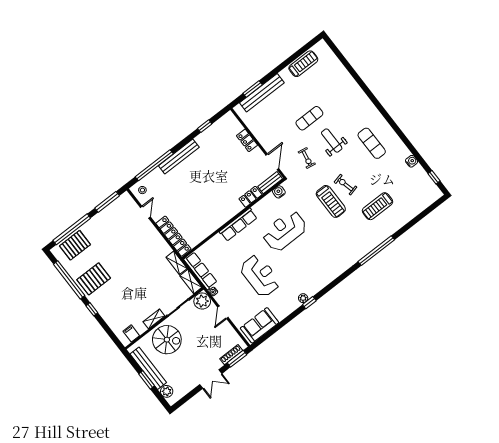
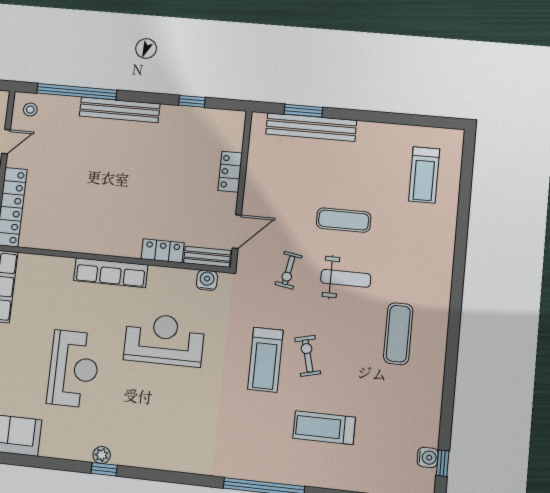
treadmill: (303, 64) -> (424, 175), moved, turned 90
weight bench: (332, 141) -> (346, 278), turned 90
water cooler: (412, 161) -> (428, 457), moved

